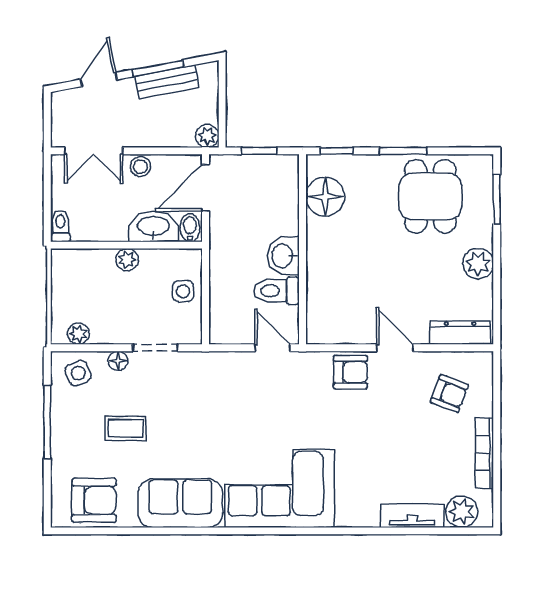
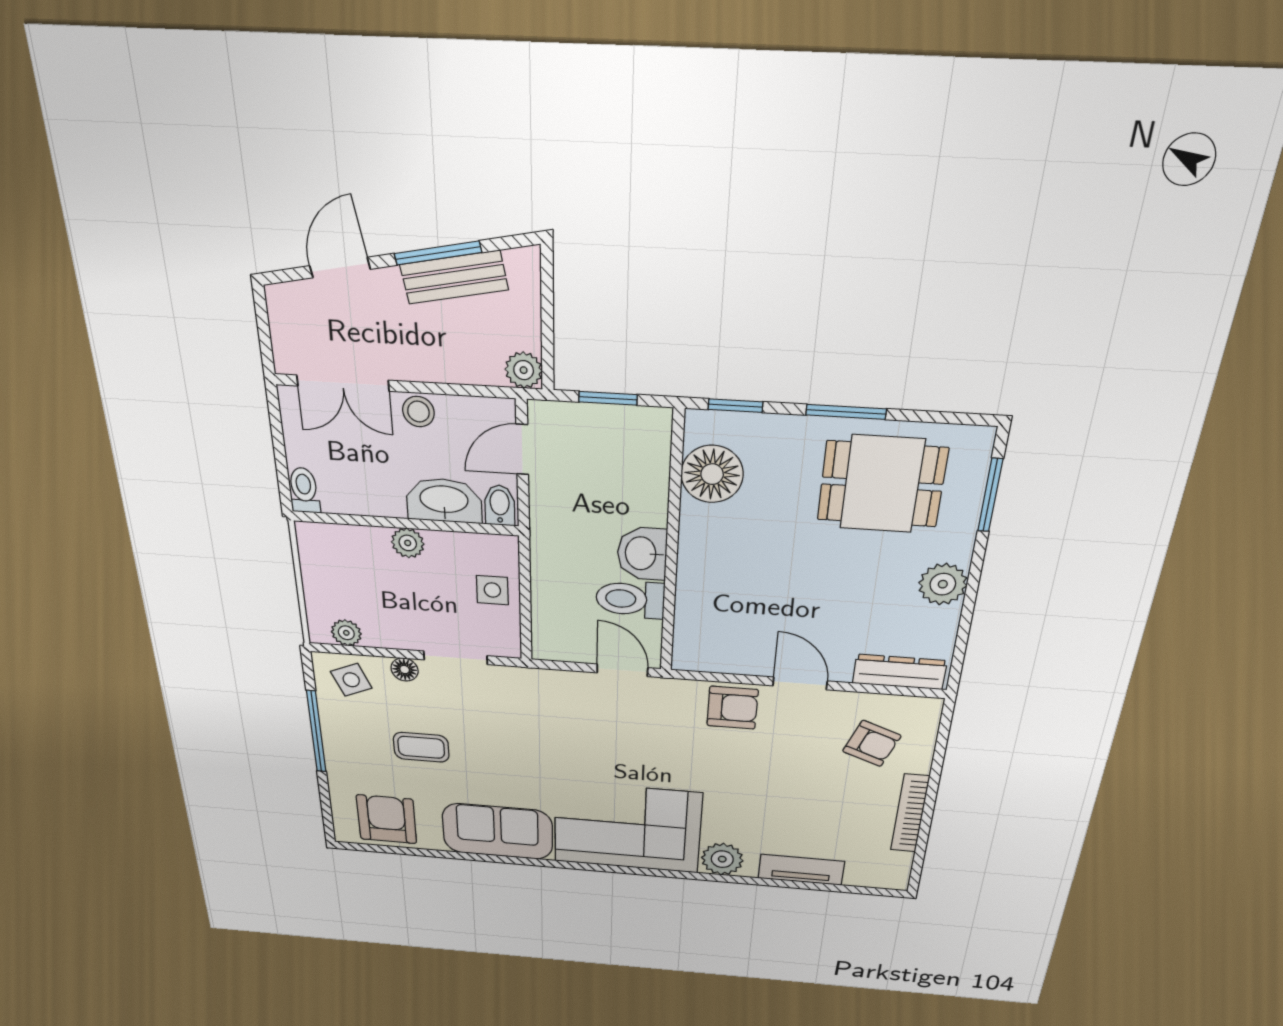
door: (205, 188) -> (522, 449), width x0.73
dining table: (430, 196) -> (882, 484), turned 90
armchair: (94, 500) -> (387, 819), turned -90
plant: (462, 512) -> (722, 859), moved

